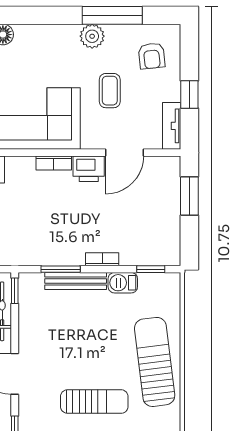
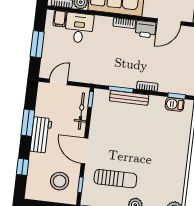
barbecue: (123, 283) -> (175, 104), moved
sun lounger: (155, 362) -> (172, 154), removed
sun lounger: (94, 402) -> (115, 179), moved

